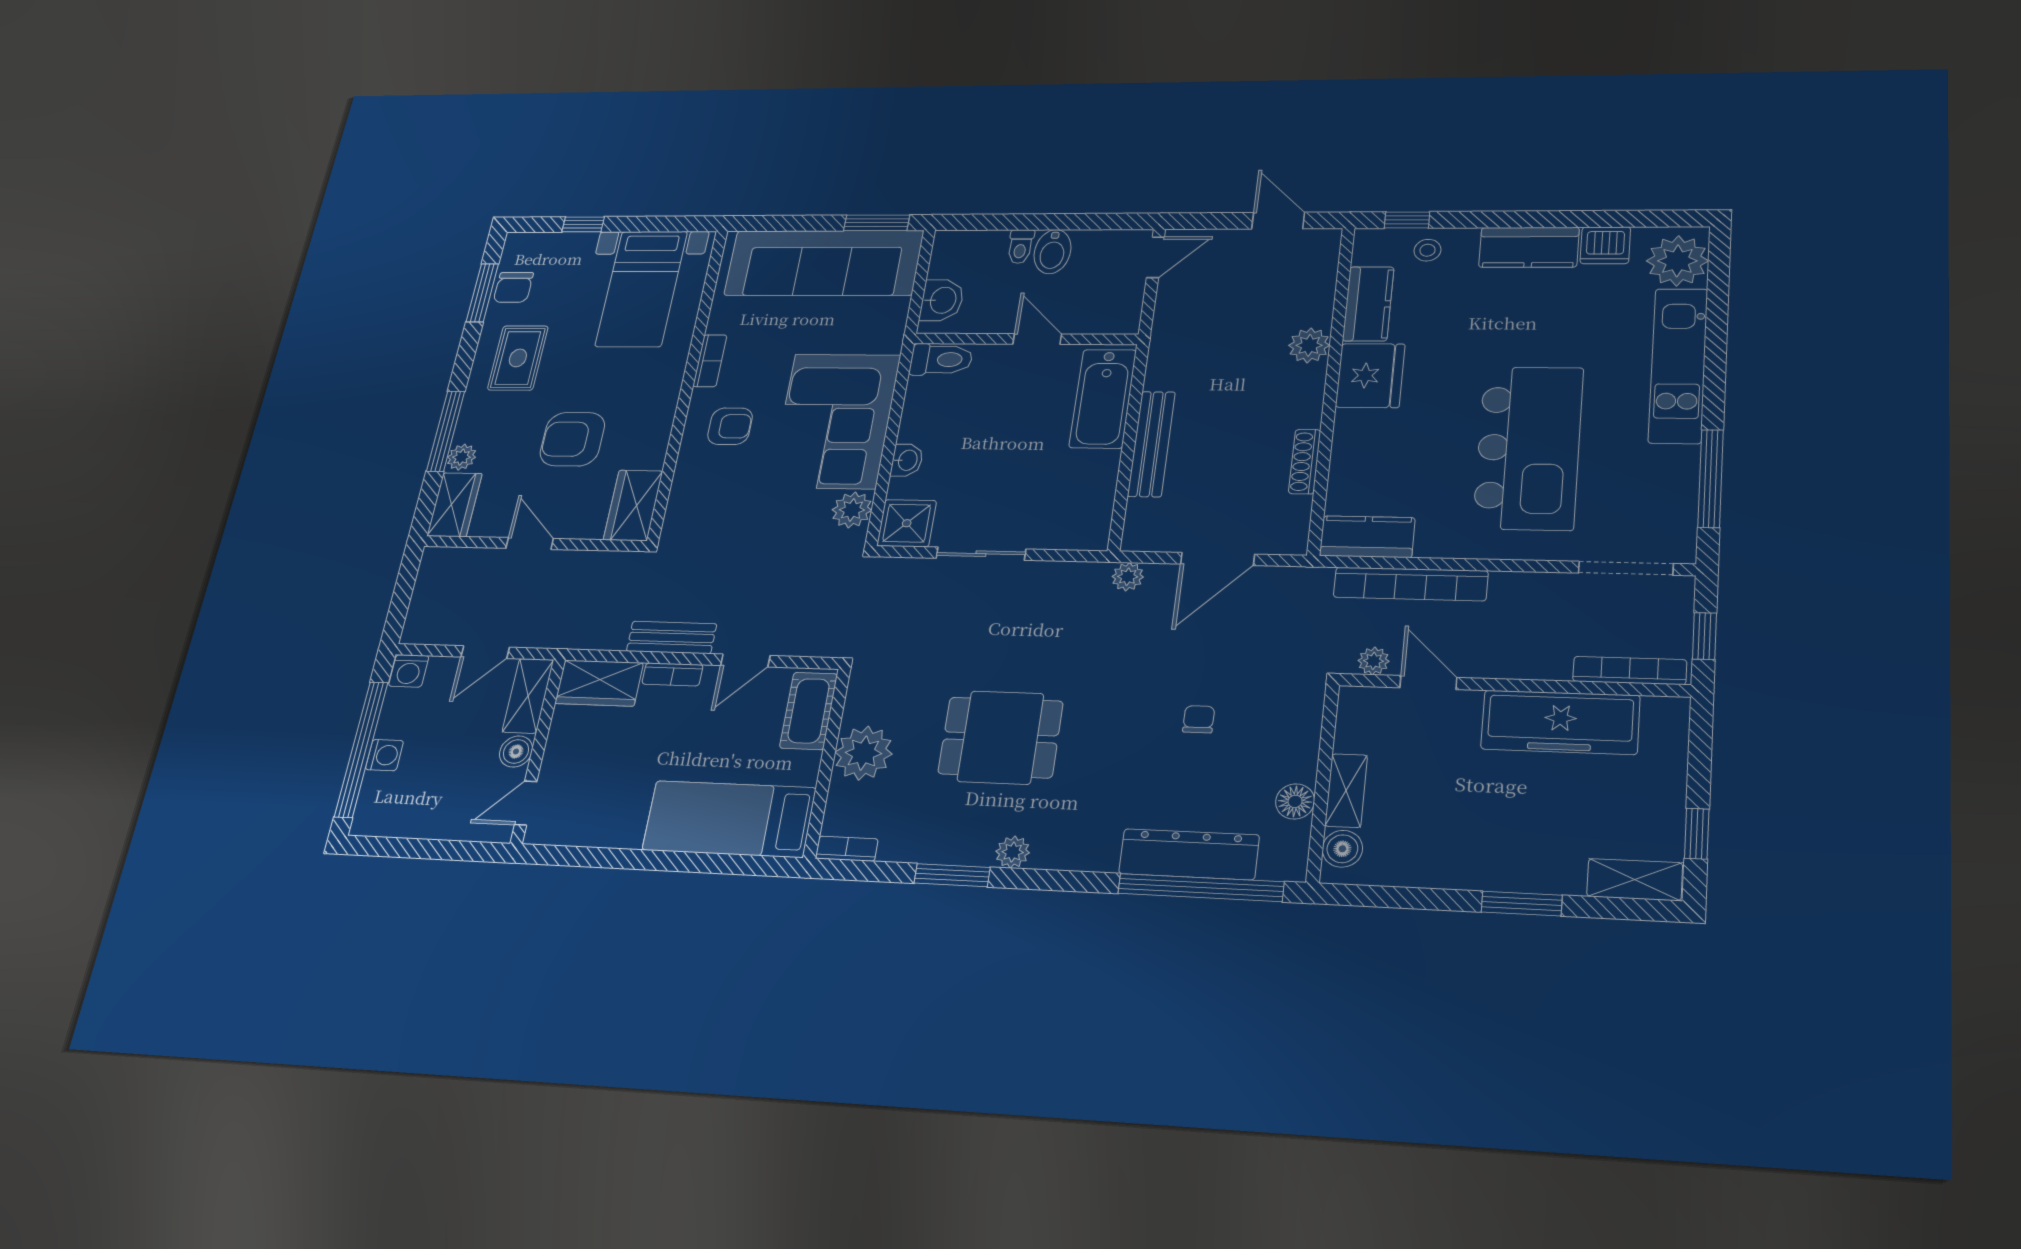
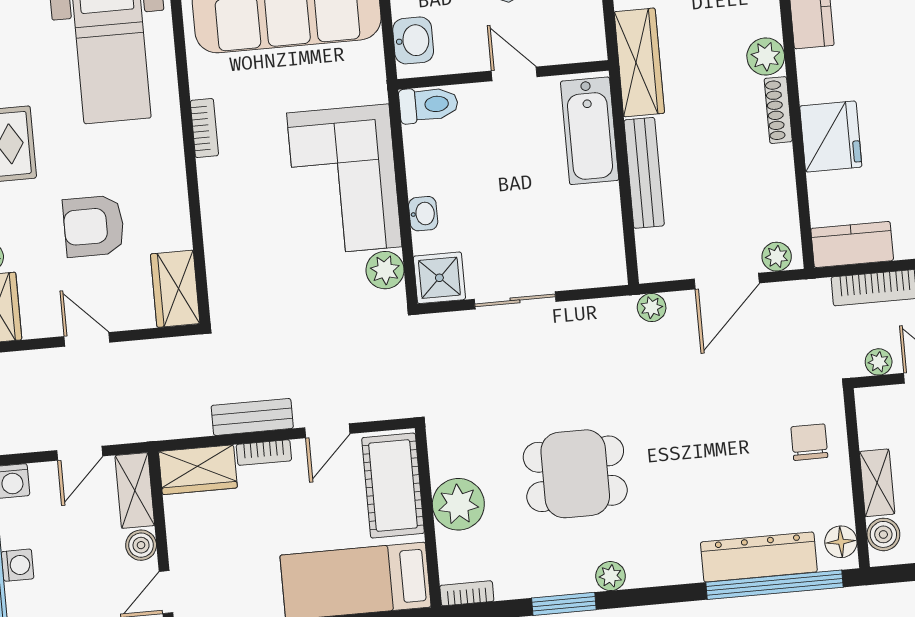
wardrobe: (1172, 340) -> (639, 62), added
fridge: (1370, 376) -> (831, 136), moved
armchair: (730, 426) -> (245, 196), removed
shoe rack: (1305, 462) -> (778, 110), moved
plant: (1279, 540) -> (777, 257), added
cot: (809, 711) -> (393, 486), width x1.37, depth x1.34
chair: (1199, 719) -> (809, 442), moved, width x1.37, depth x1.37
floor lamp: (1295, 801) -> (841, 542), moved

